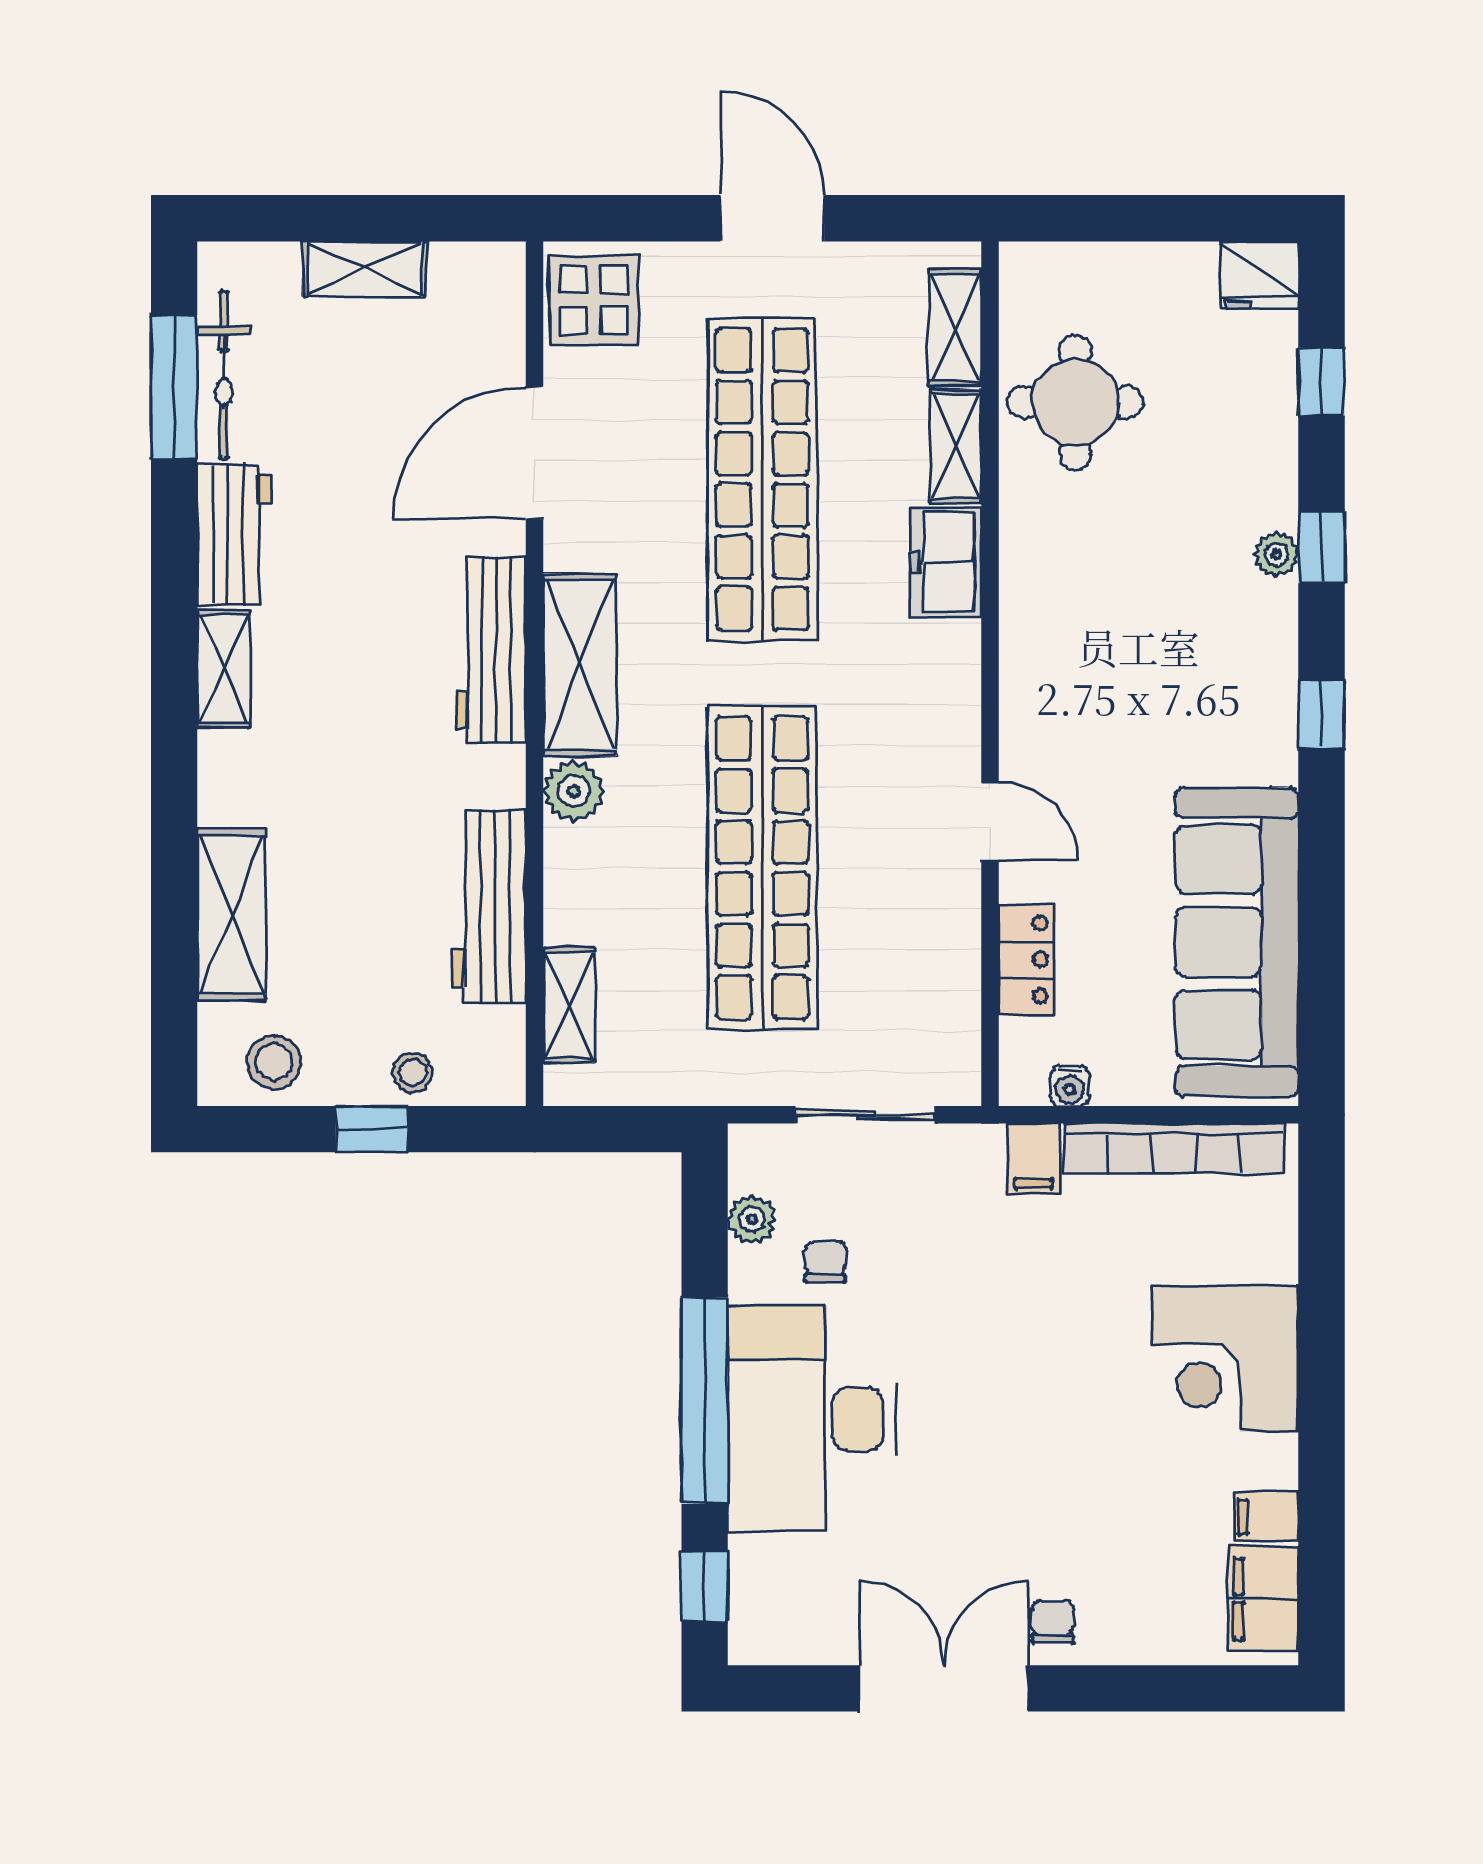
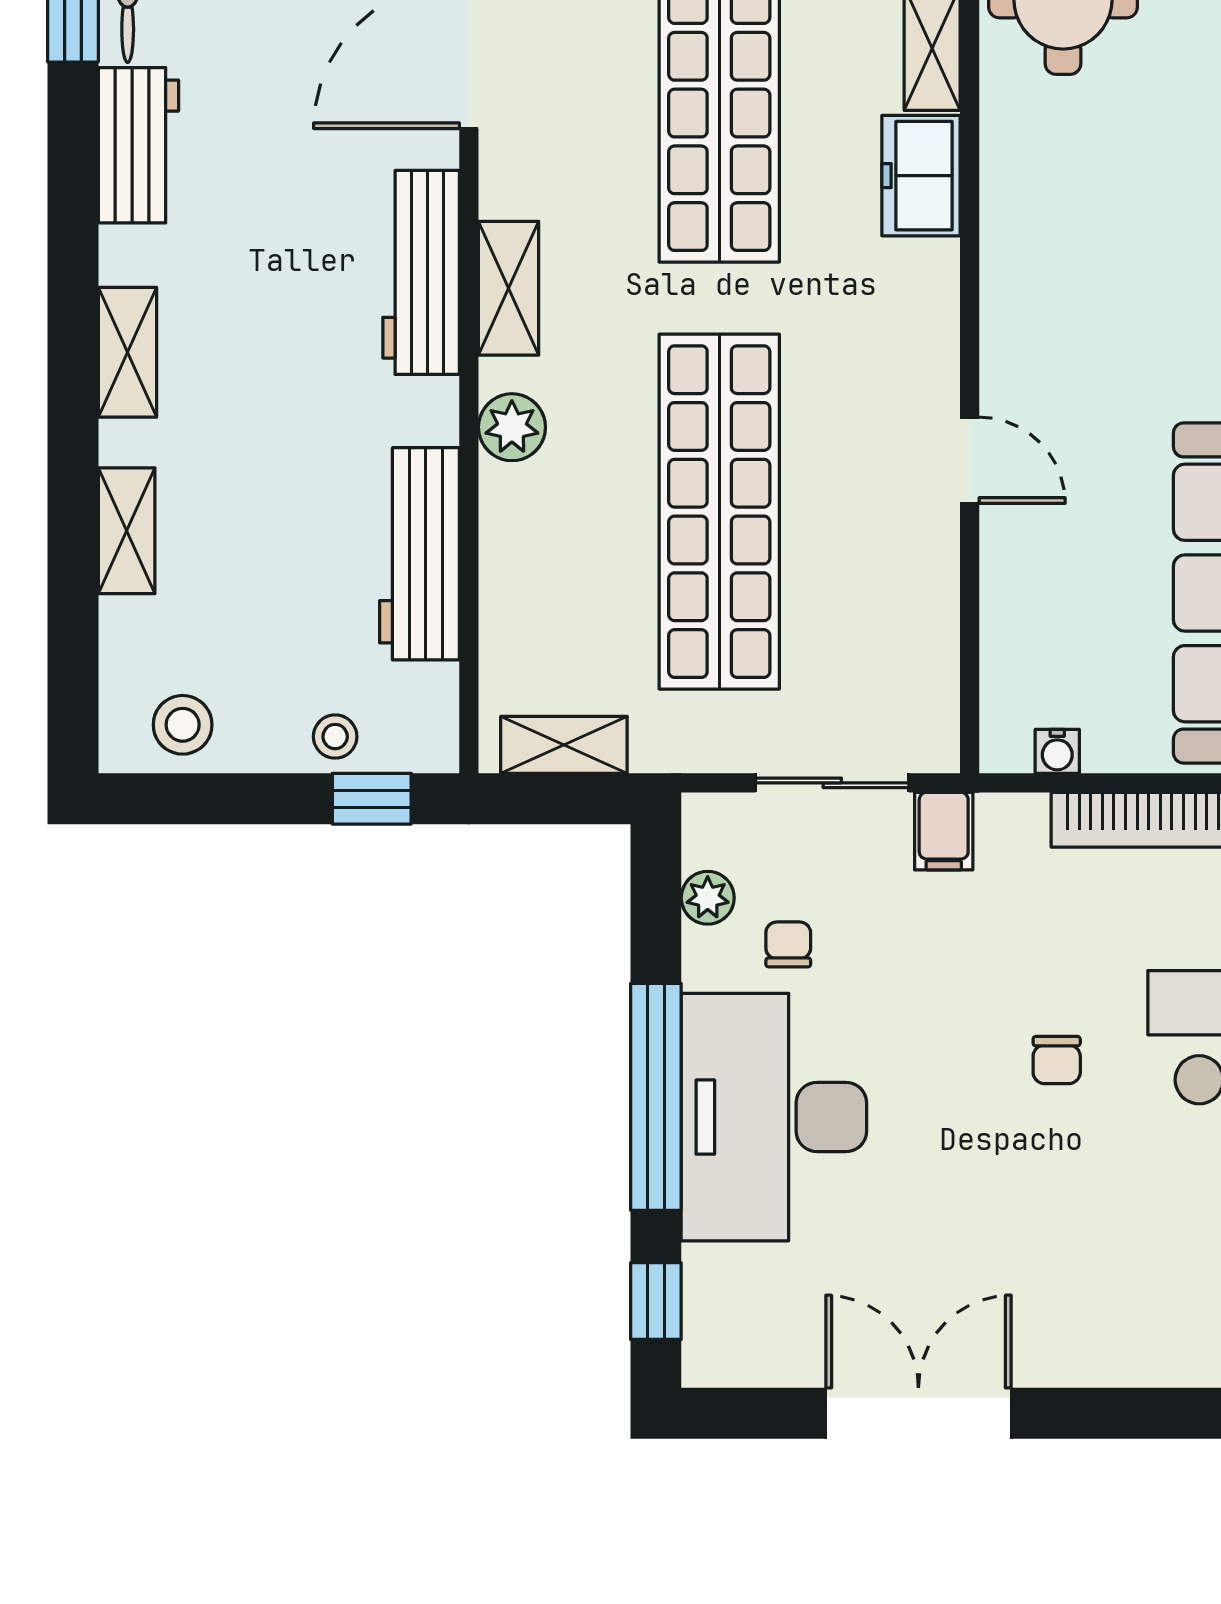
shelving: (580, 665) -> (509, 288), width x0.67, depth x0.75
shelving: (224, 669) -> (128, 352), moved
shelving: (232, 914) -> (127, 531), width x0.67, depth x0.75
locker: (1026, 959) -> (1009, 612), removed
shelving: (569, 1005) -> (564, 745), moved, turned 90
window: (372, 1129) -> (372, 799), moved
filing cabinet: (1033, 1159) -> (944, 831), moved
chair: (1053, 1622) -> (1057, 1060), moved, turned 180

